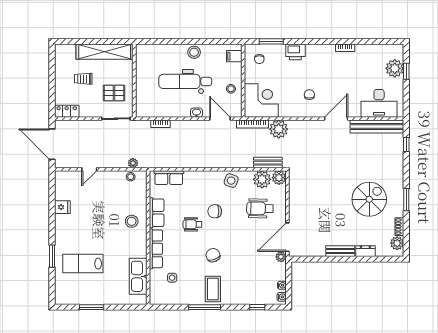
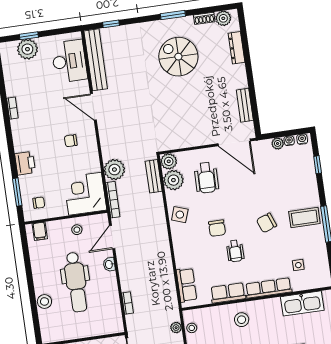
stool: (194, 52) -> (44, 301), moved
bench: (340, 251) -> (245, 105), moved
dresser: (365, 251) -> (237, 48), width x1.44
plant: (281, 257) -> (278, 143), moved

